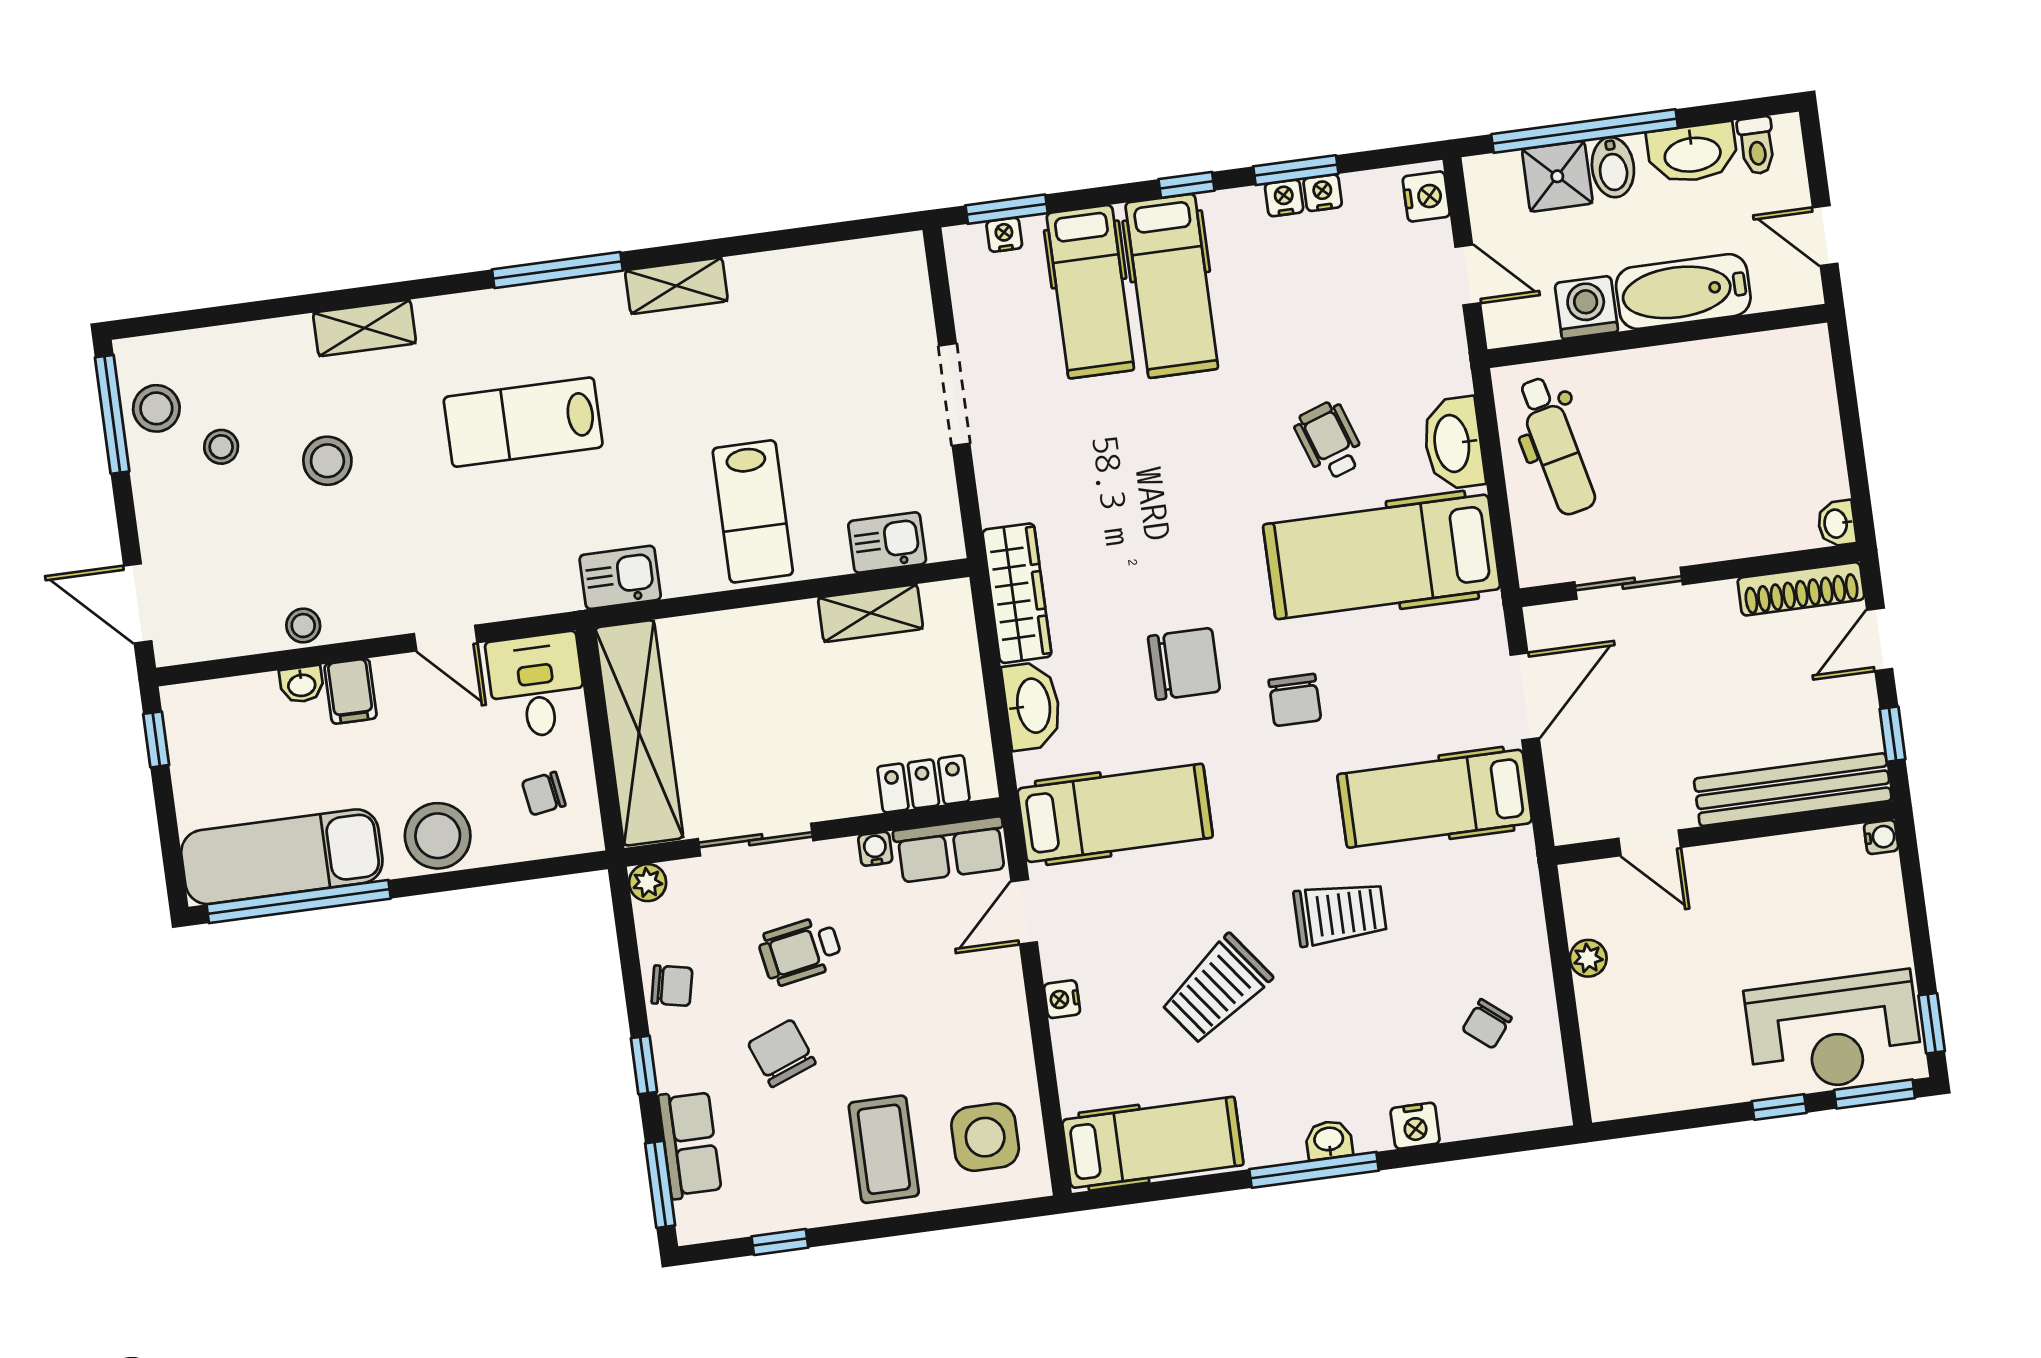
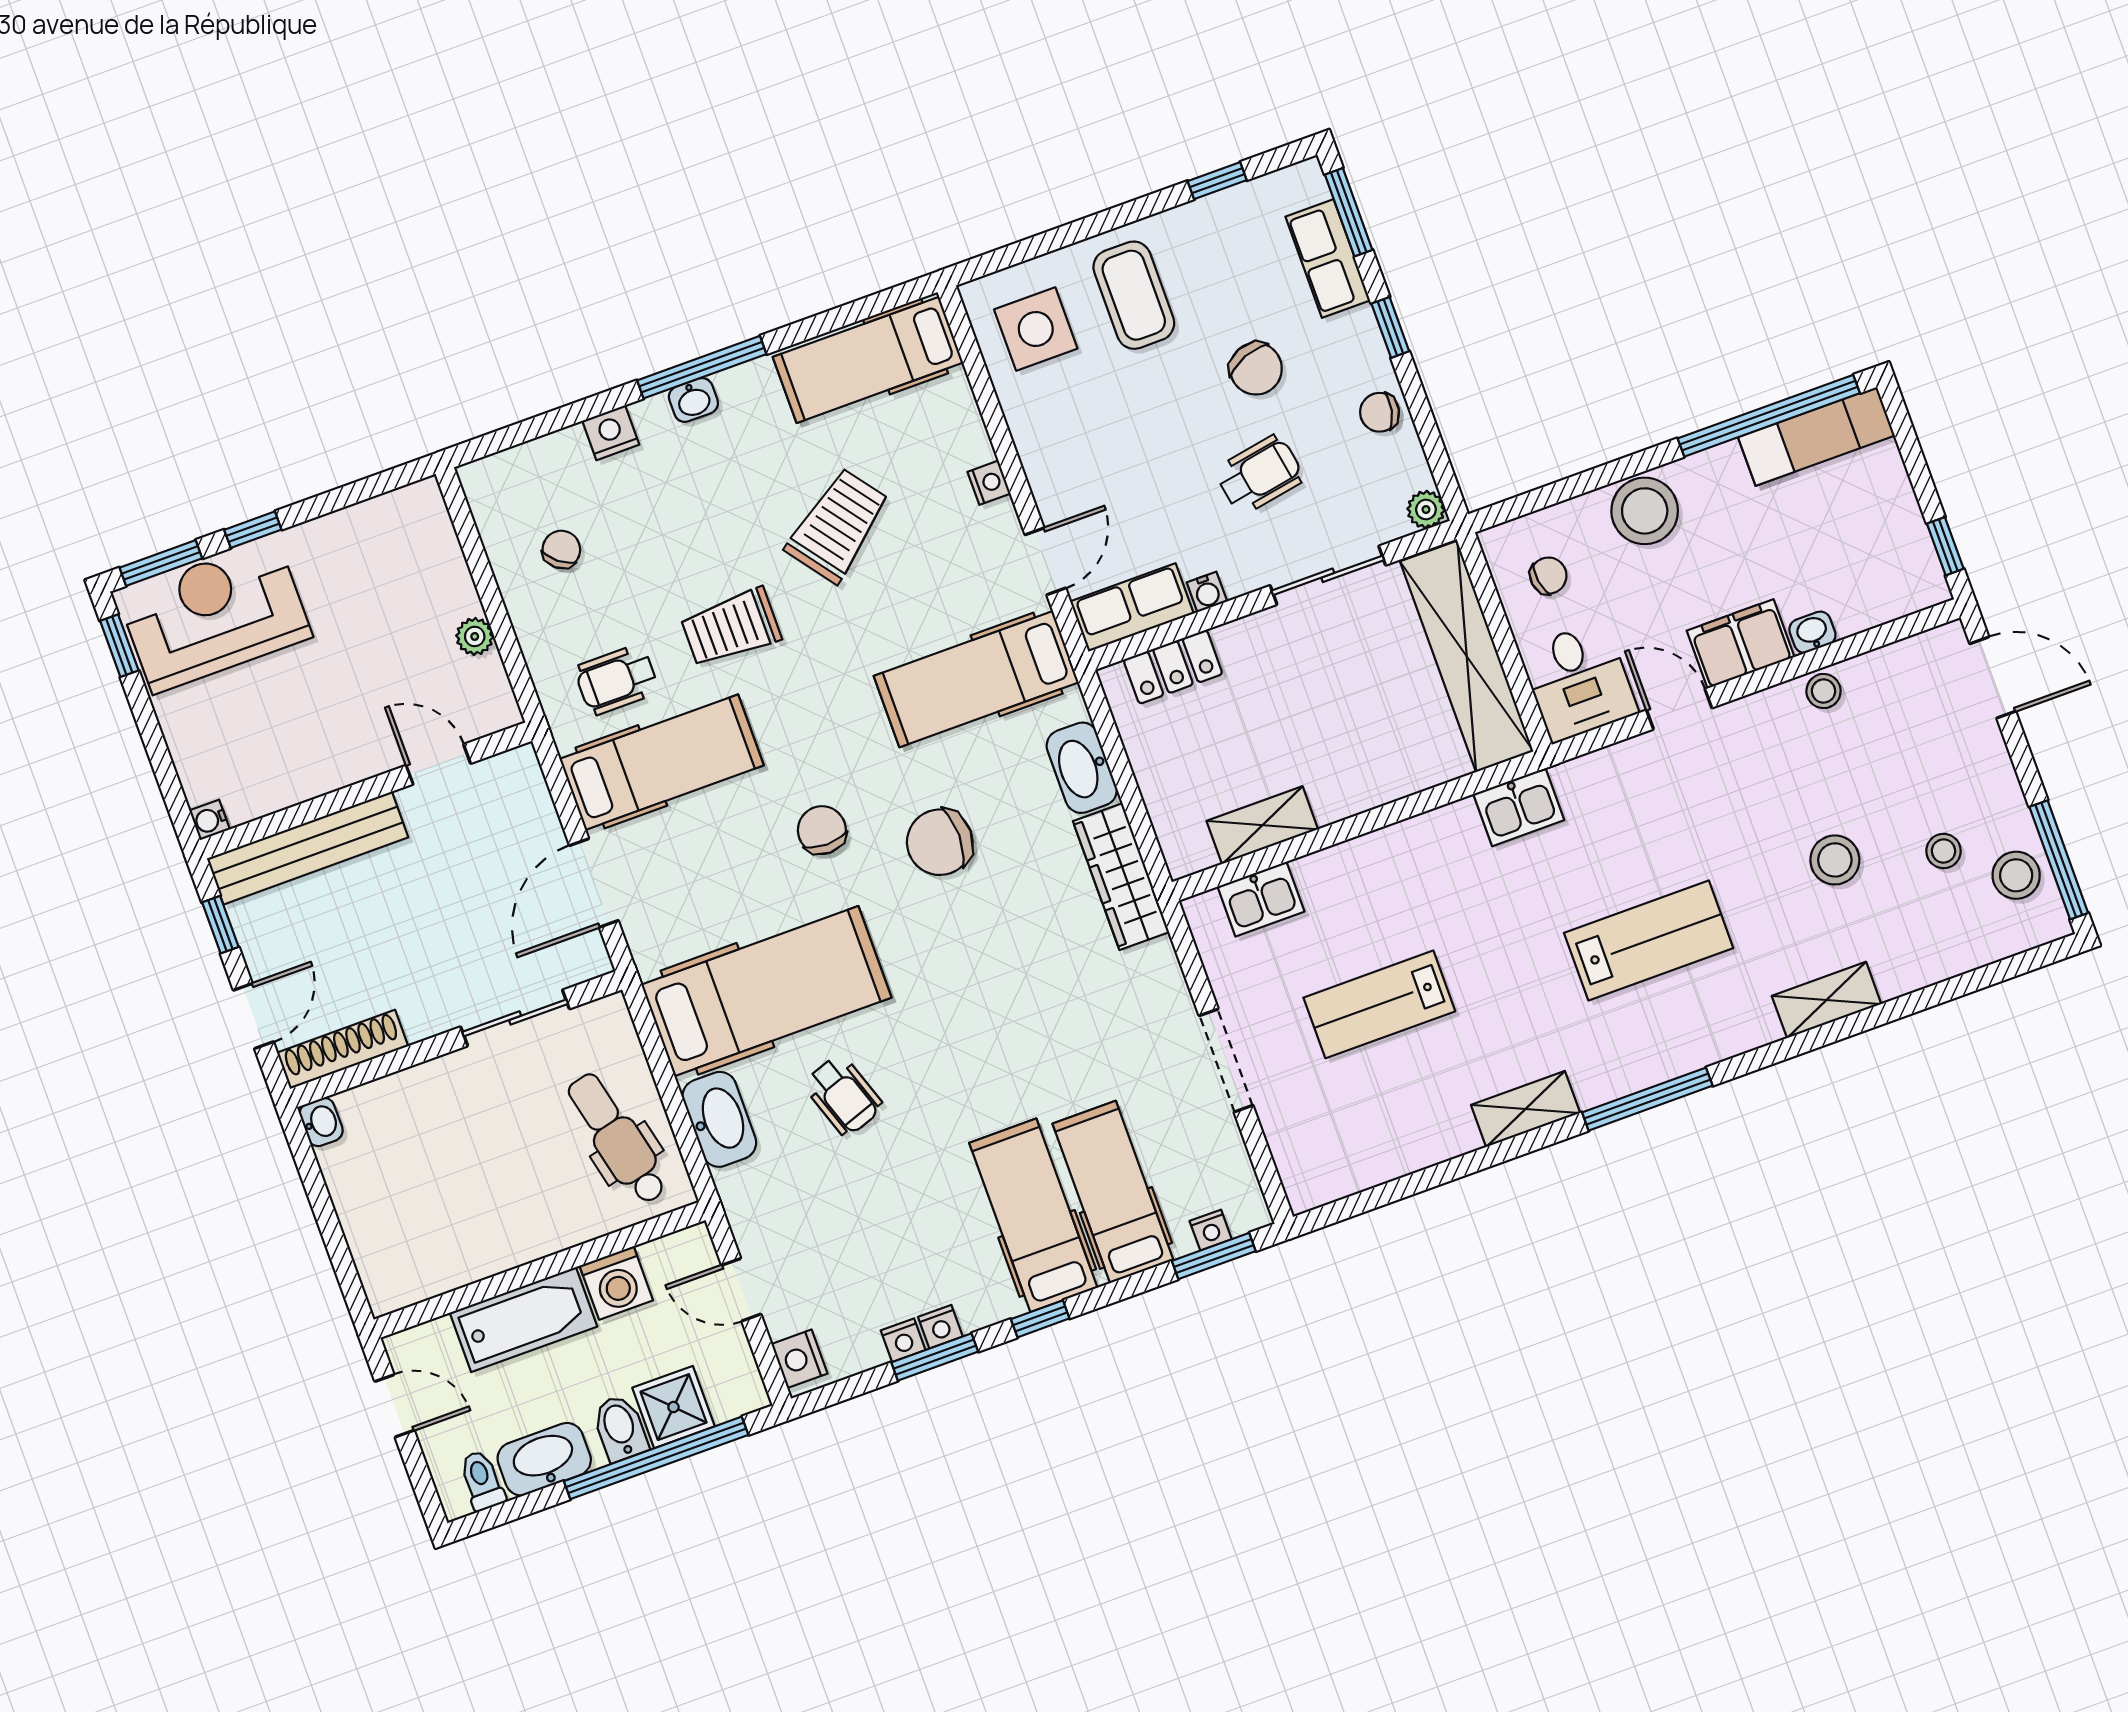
lab bench: (753, 511) -> (1379, 1004), moved, turned -90
filing cabinet: (351, 691) -> (1741, 644), width x2.00
exam couch: (282, 857) -> (1816, 436), width x0.73, depth x0.69
wheelchair: (1461, 887) -> (617, 680), added

